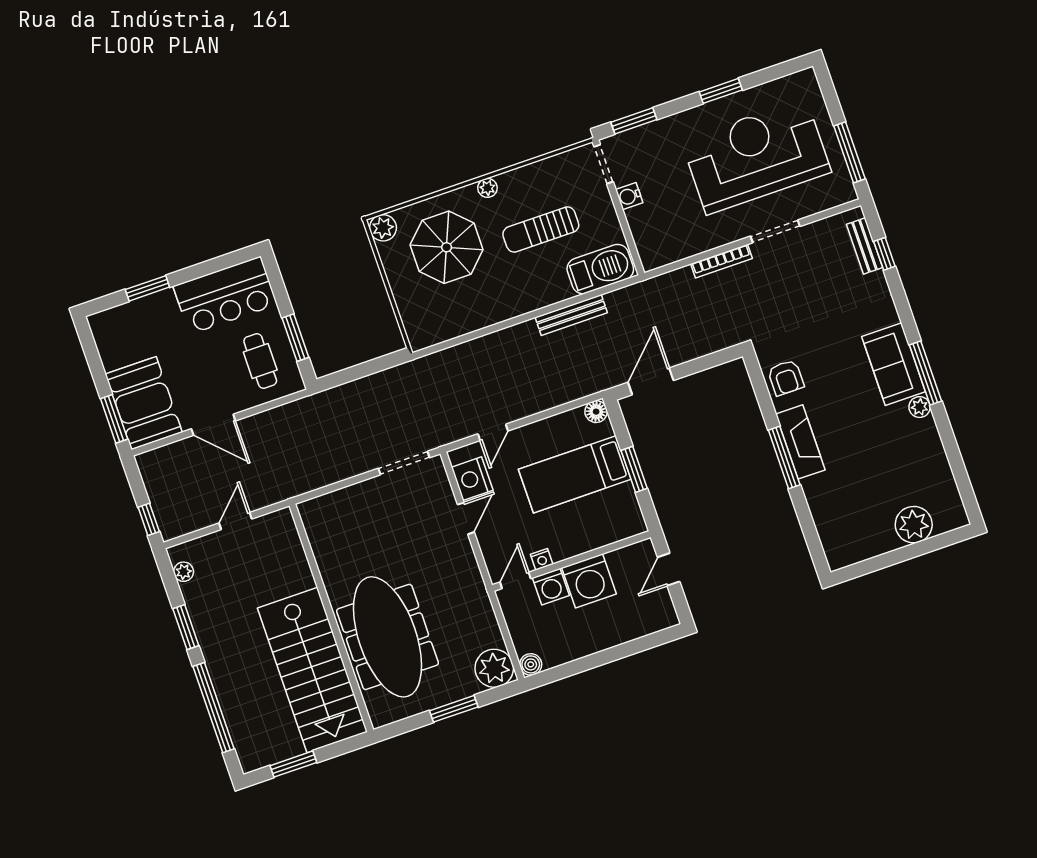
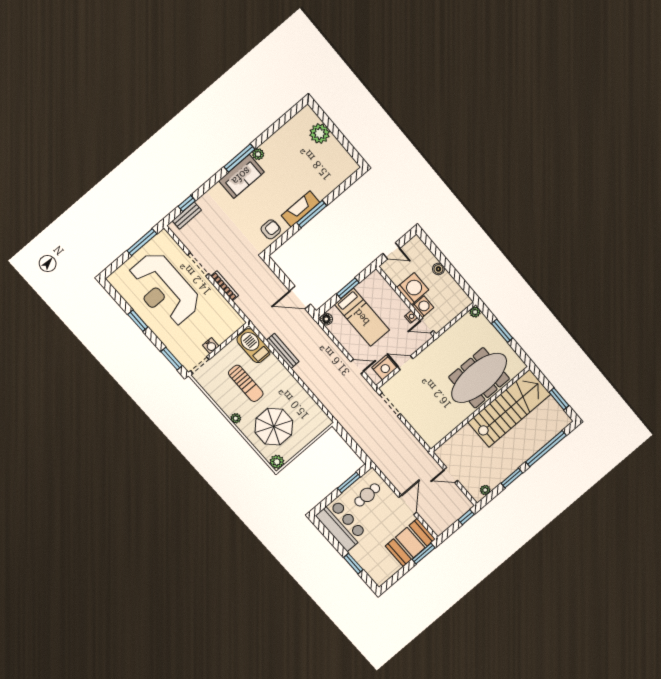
boiler: (531, 664) -> (438, 269), moved
plant: (494, 668) -> (475, 312), width x0.53, depth x0.53

